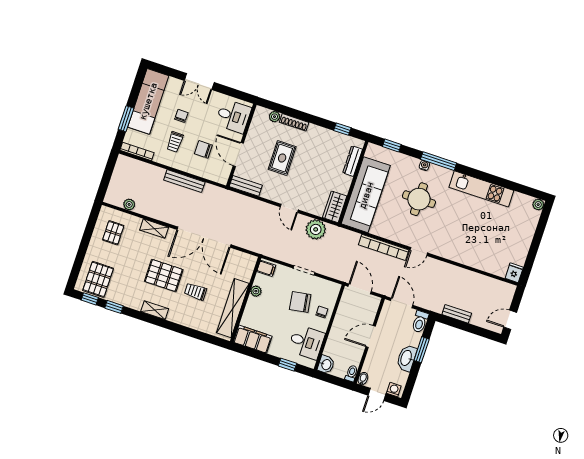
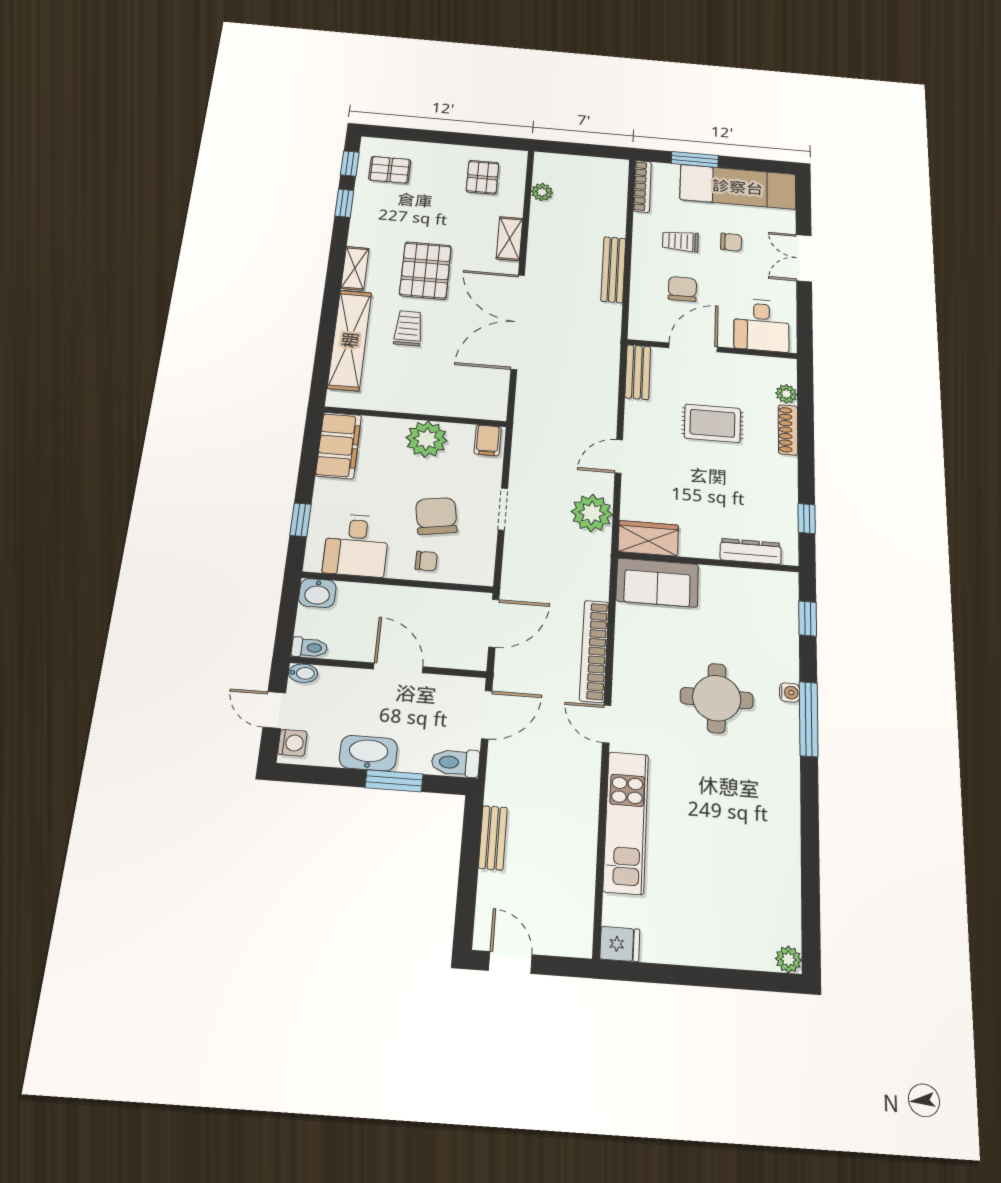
kitchen unit: (481, 189) -> (626, 822), moved, turned 180
sofa: (366, 195) -> (657, 583), width x0.54, depth x0.79
pallet: (113, 233) -> (482, 177), turned 90
pallet: (98, 279) -> (390, 170), width x0.67, depth x0.71
plant: (256, 291) -> (427, 439), width x1.88, depth x1.88
shelving: (233, 308) -> (350, 340), moved, turned 90

